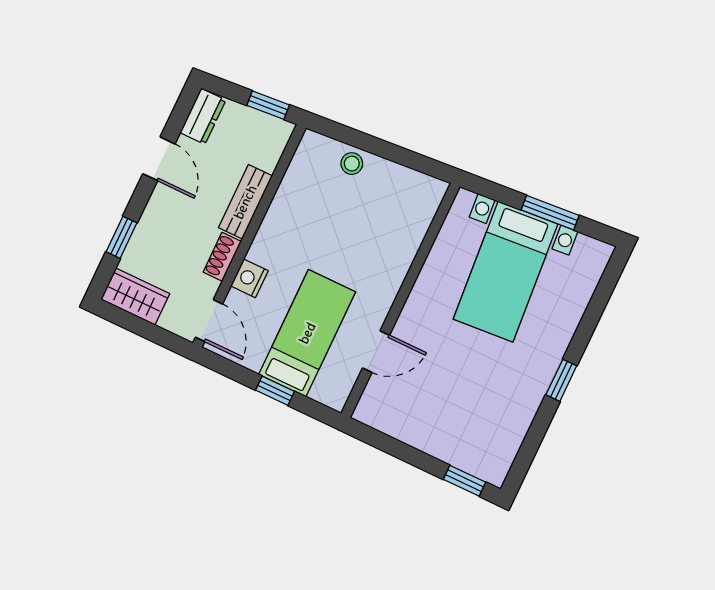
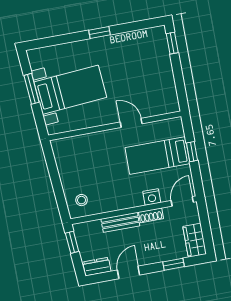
stool: (352, 164) -> (82, 200), moved
door: (376, 352) -> (131, 123), moved

